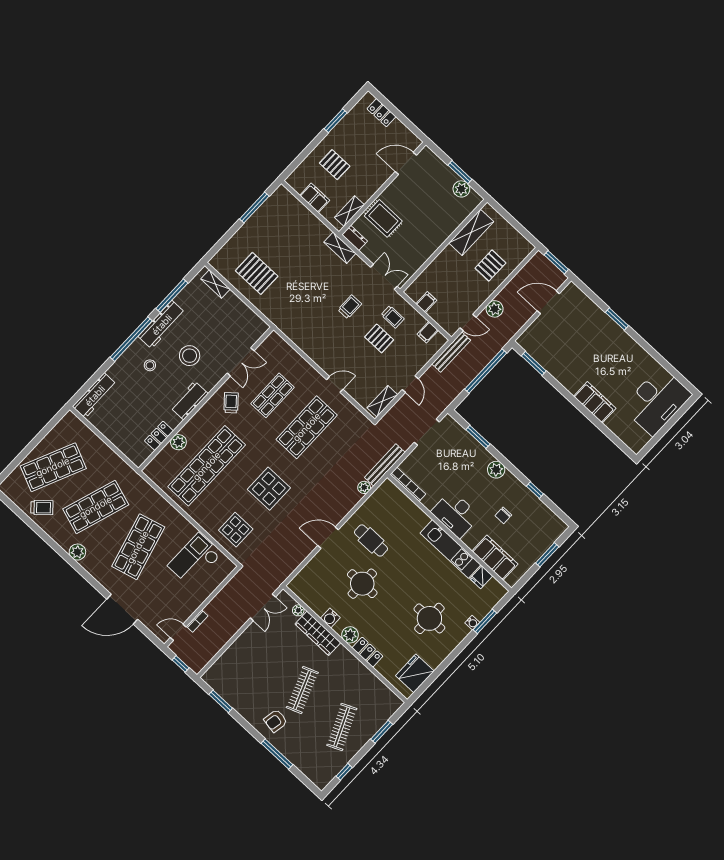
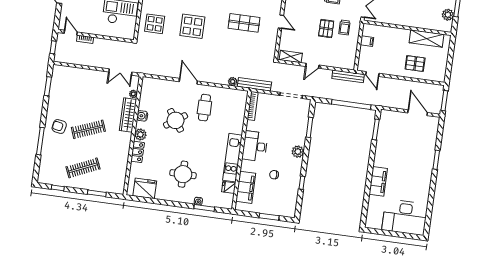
plant: (495, 309) -> (391, 84), removed
filing cabinet: (428, 332) -> (350, 54), removed
shop shelf: (307, 427) -> (244, 23), width x0.70, depth x0.74
round table: (362, 584) -> (176, 120), turned -35

